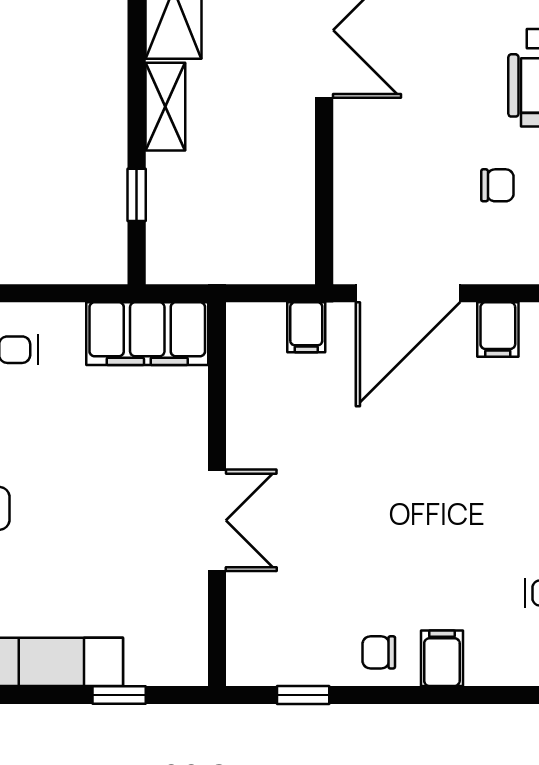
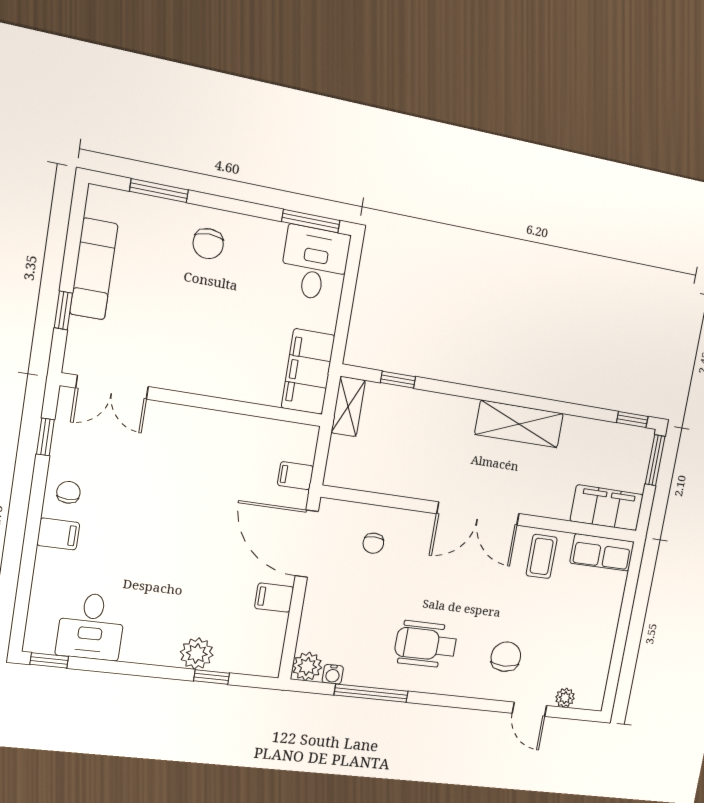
shelving: (165, 107) -> (348, 407), moved, turned 90
chair: (497, 185) -> (373, 543), moved
double door: (217, 520) -> (112, 387), moved

